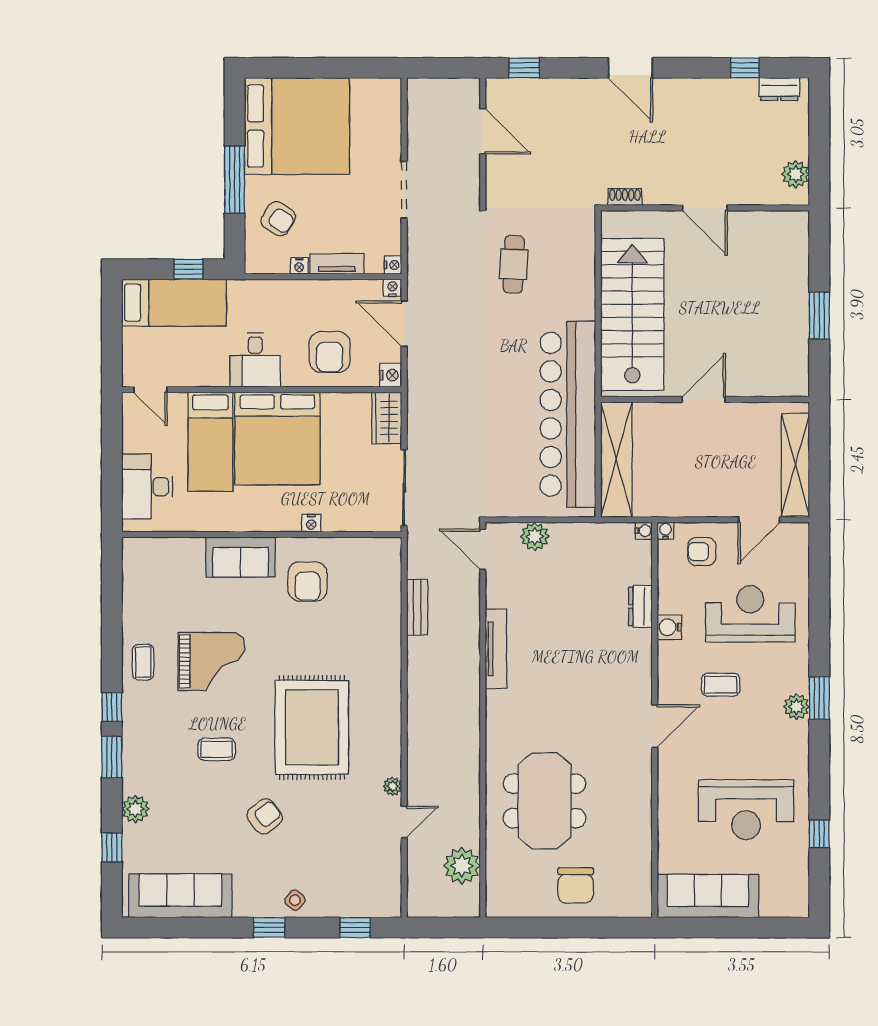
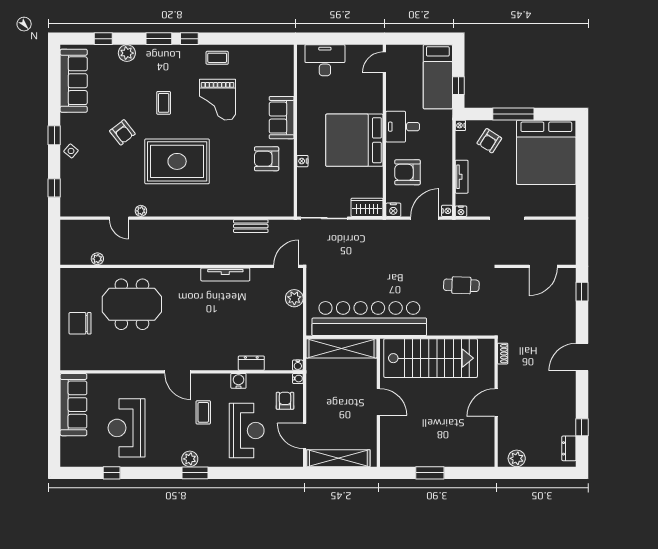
nightstand: (299, 266) -> (460, 125), moved
bed: (210, 442) -> (352, 99), removed
plant: (462, 866) -> (97, 259), width x0.53, depth x0.53

